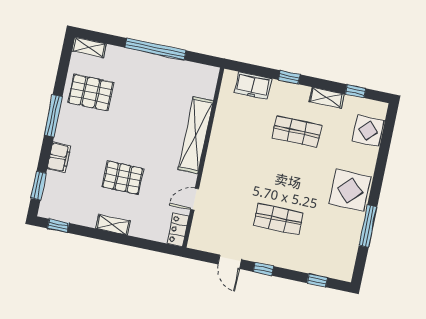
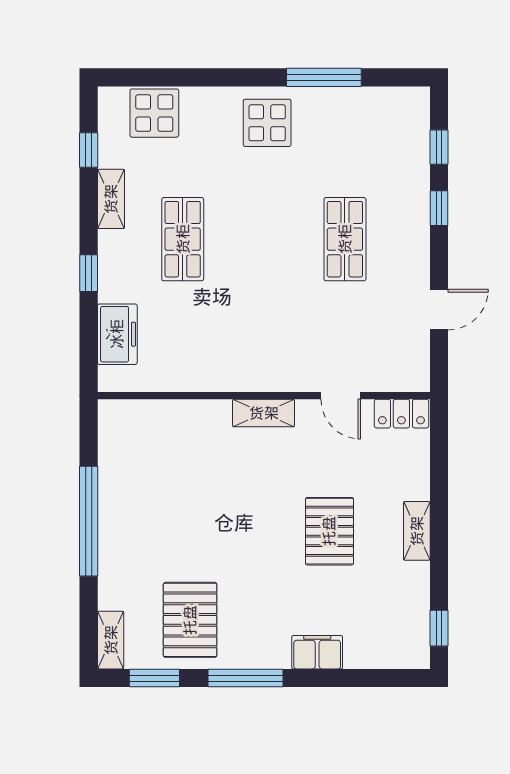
shelving: (196, 135) -> (264, 413), width x0.45, depth x0.75
window: (38, 186) -> (154, 678), moved
display table: (350, 190) -> (267, 123), width x0.73, depth x0.73
window: (263, 269) -> (439, 208), moved

